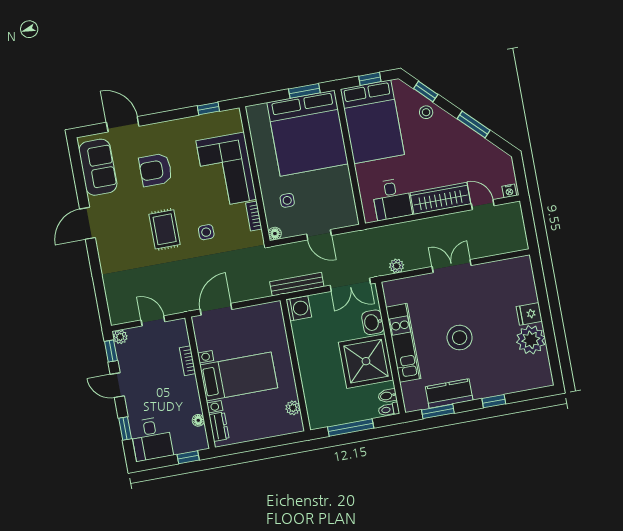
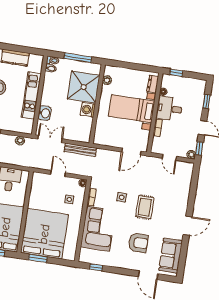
washing machine: (299, 308) -> (88, 110), moved
shower: (366, 361) -> (84, 87), moved
window: (438, 411) -> (25, 50), removed
desk: (152, 439) -> (169, 109), moved, turned -90

